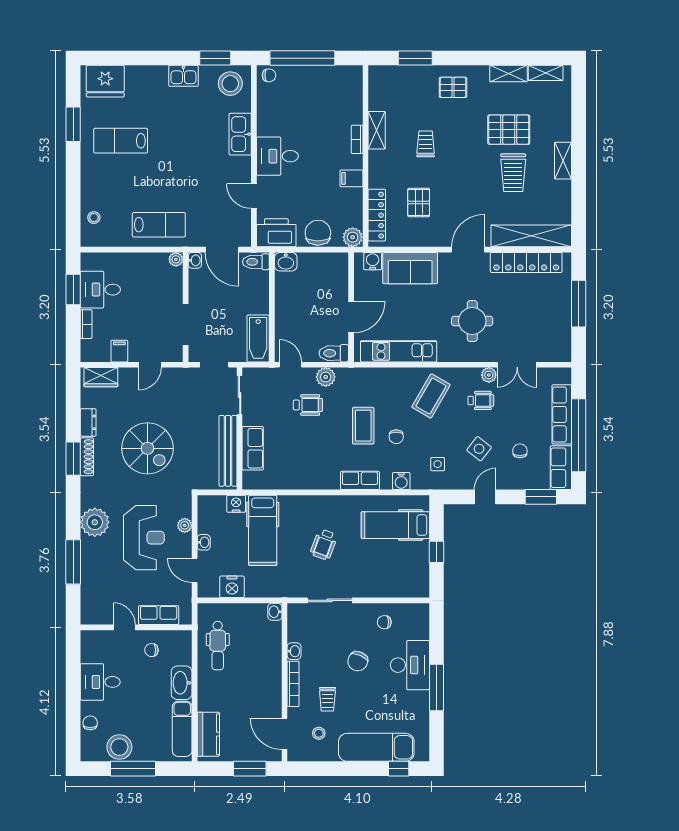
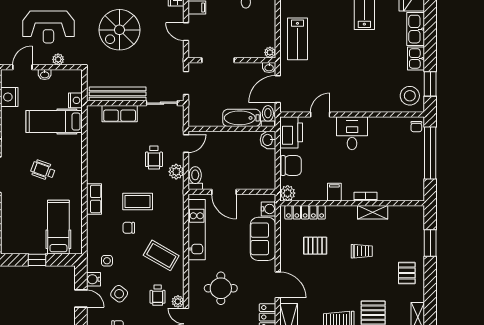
kitchen sink: (240, 134) -> (416, 29), moved, turned -90
bathtub: (258, 338) -> (242, 118), moved
water cooler: (401, 481) -> (93, 279), moved

